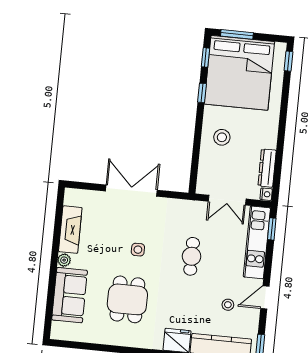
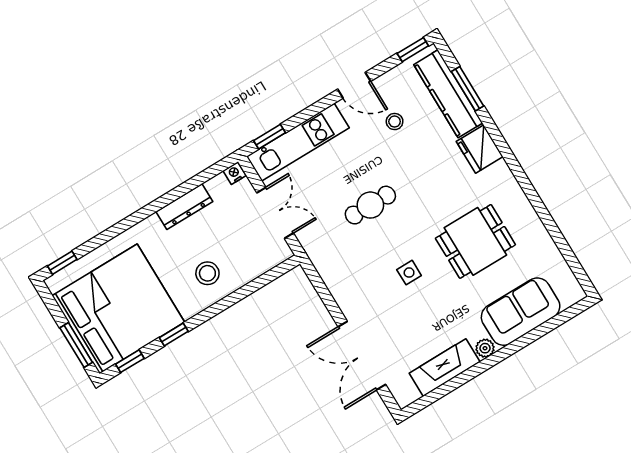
dresser: (267, 168) -> (184, 207), moved
double door: (131, 191) -> (362, 356), moved

